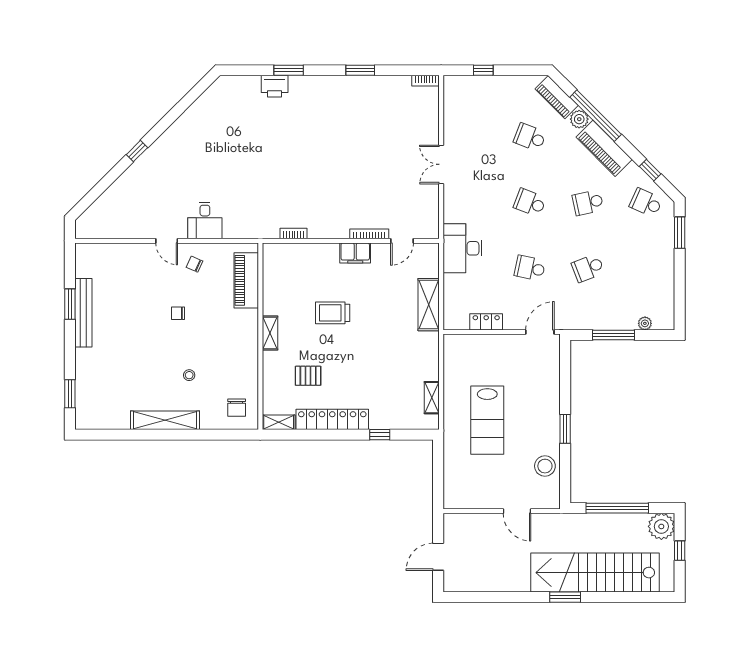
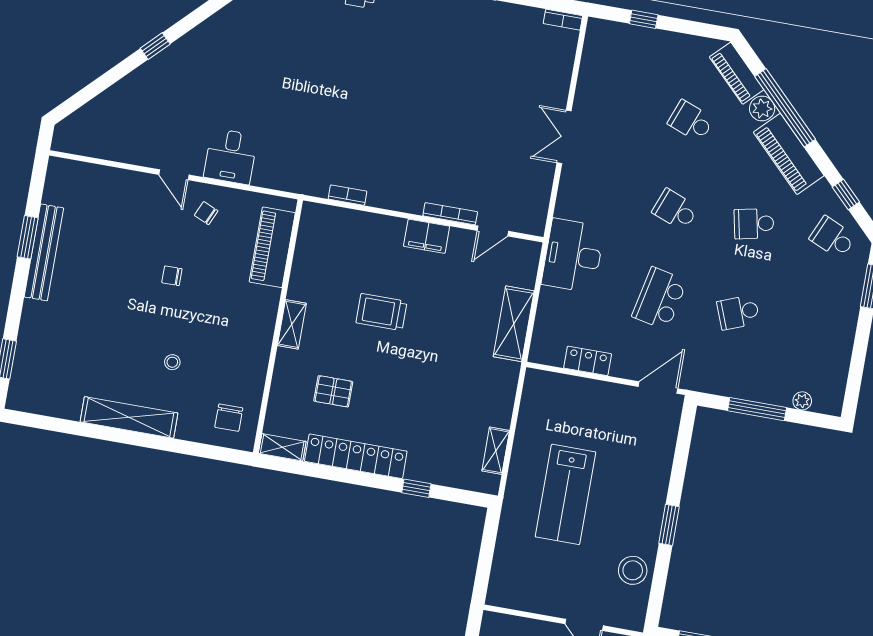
school desk: (530, 268) -> (660, 298), width x1.85

